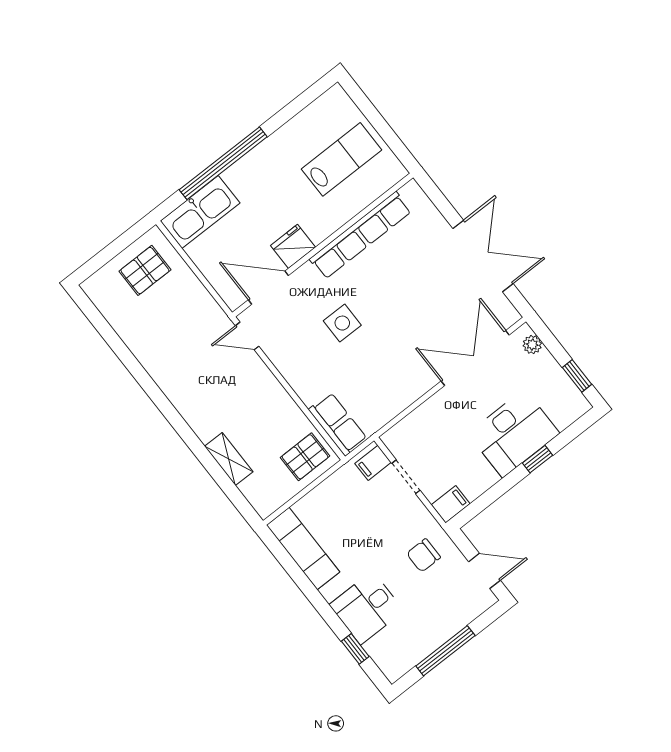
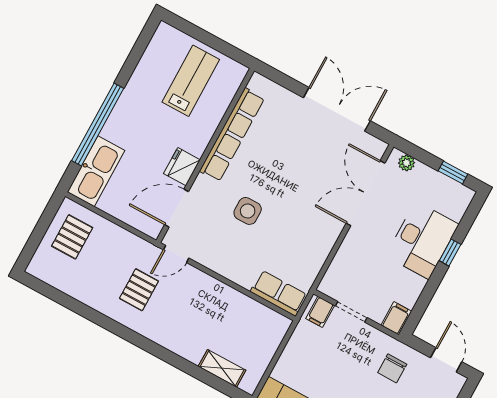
pallet: (305, 457) -> (139, 290), moved
shelving: (229, 459) -> (222, 368), moved
door: (485, 571) -> (446, 360), hinge flipped

